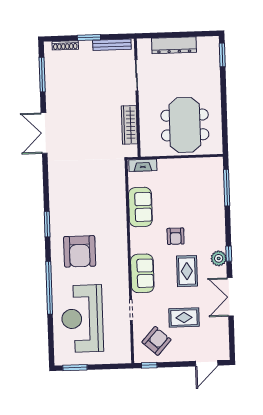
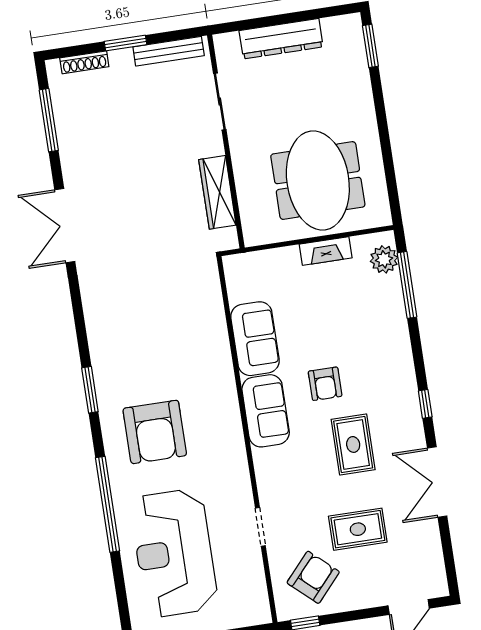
fireplace: (143, 165) -> (326, 251), moved
plant: (219, 258) -> (384, 259), moved
sofa: (142, 273) -> (266, 411), moved

